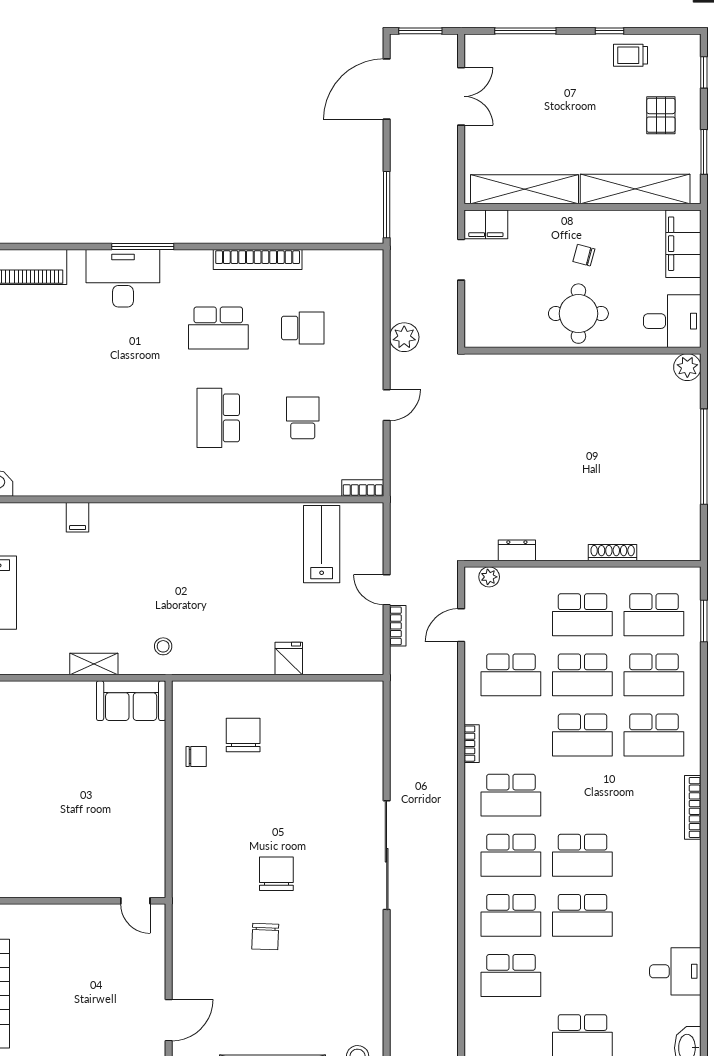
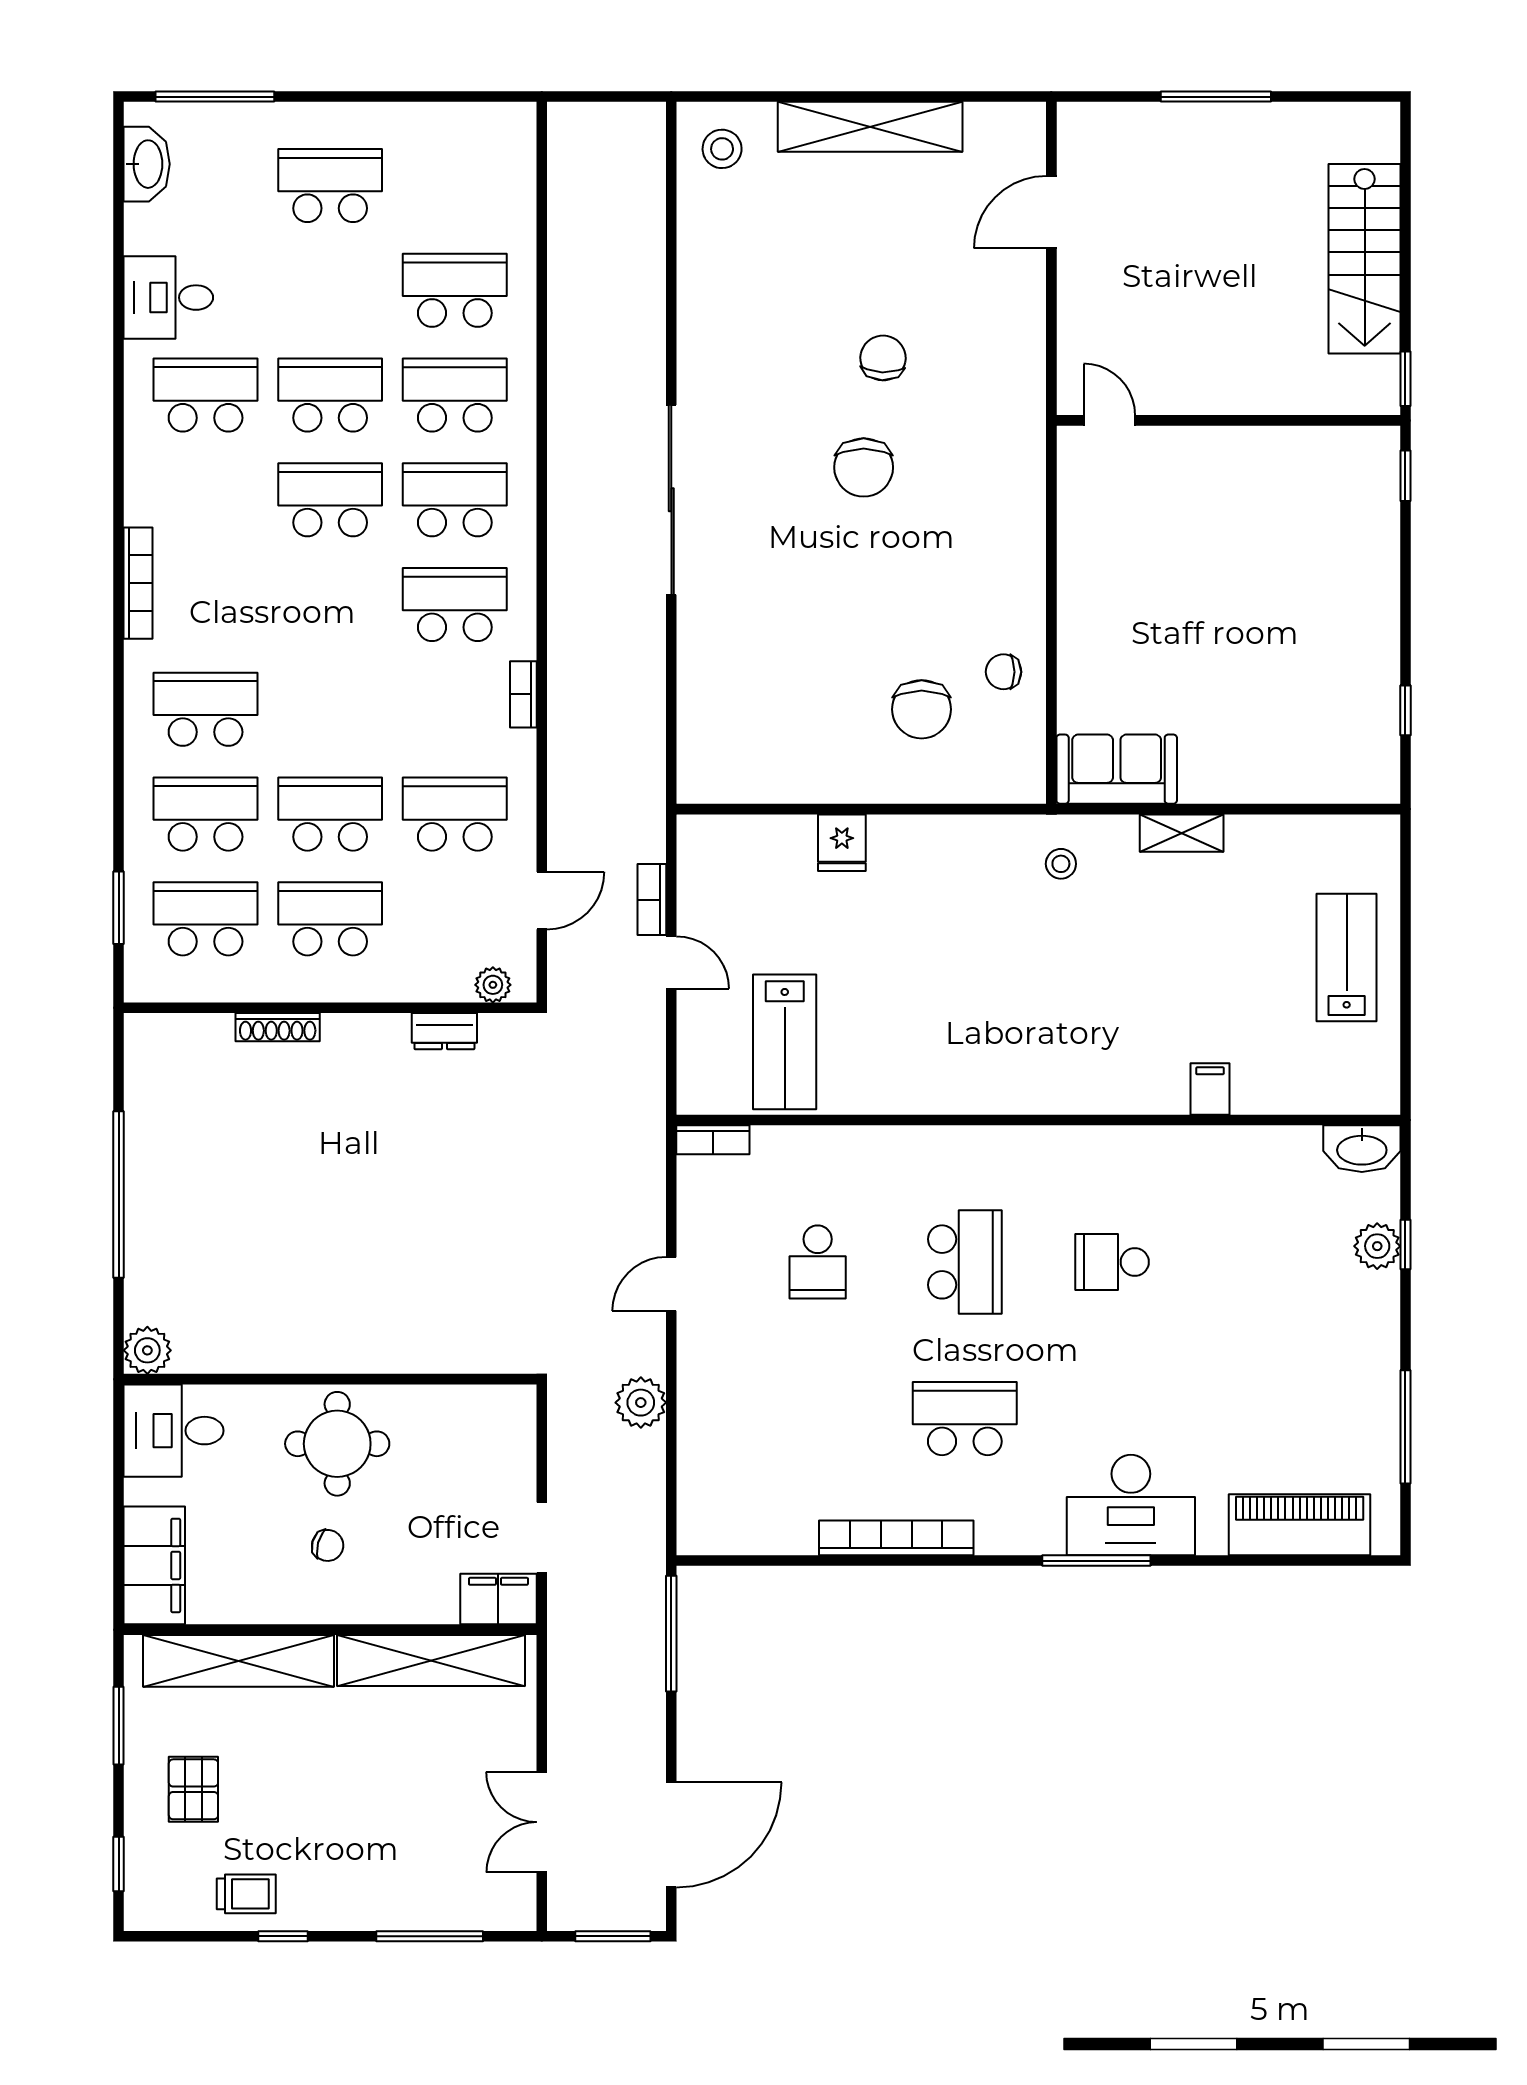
school desk: (303, 328) -> (1112, 1262), moved
school desk: (582, 735) -> (206, 395), moved

